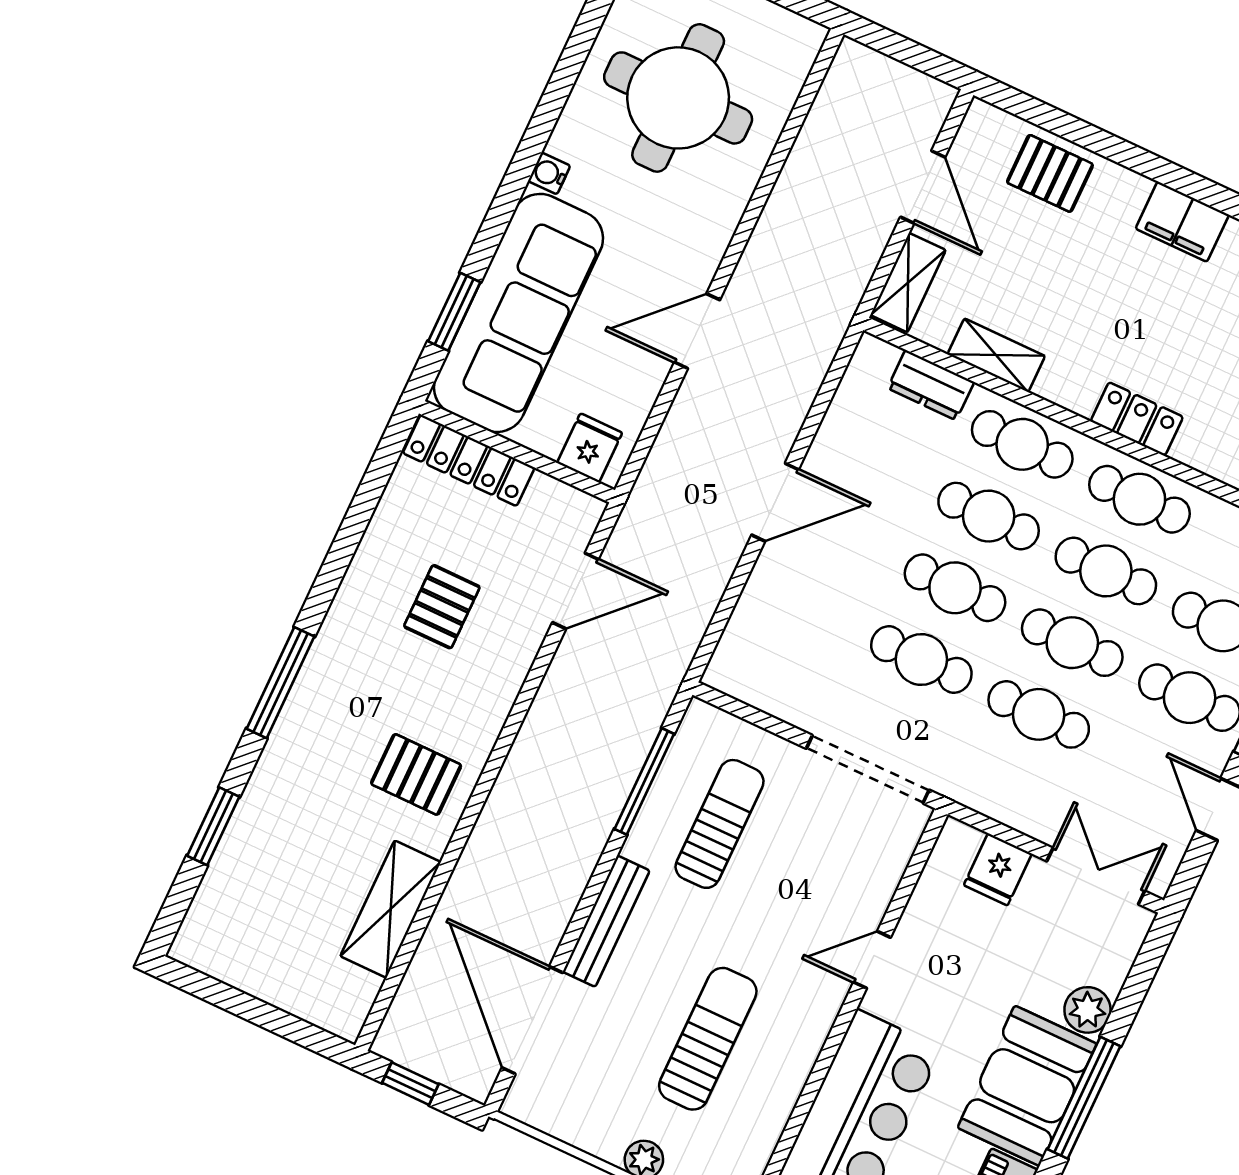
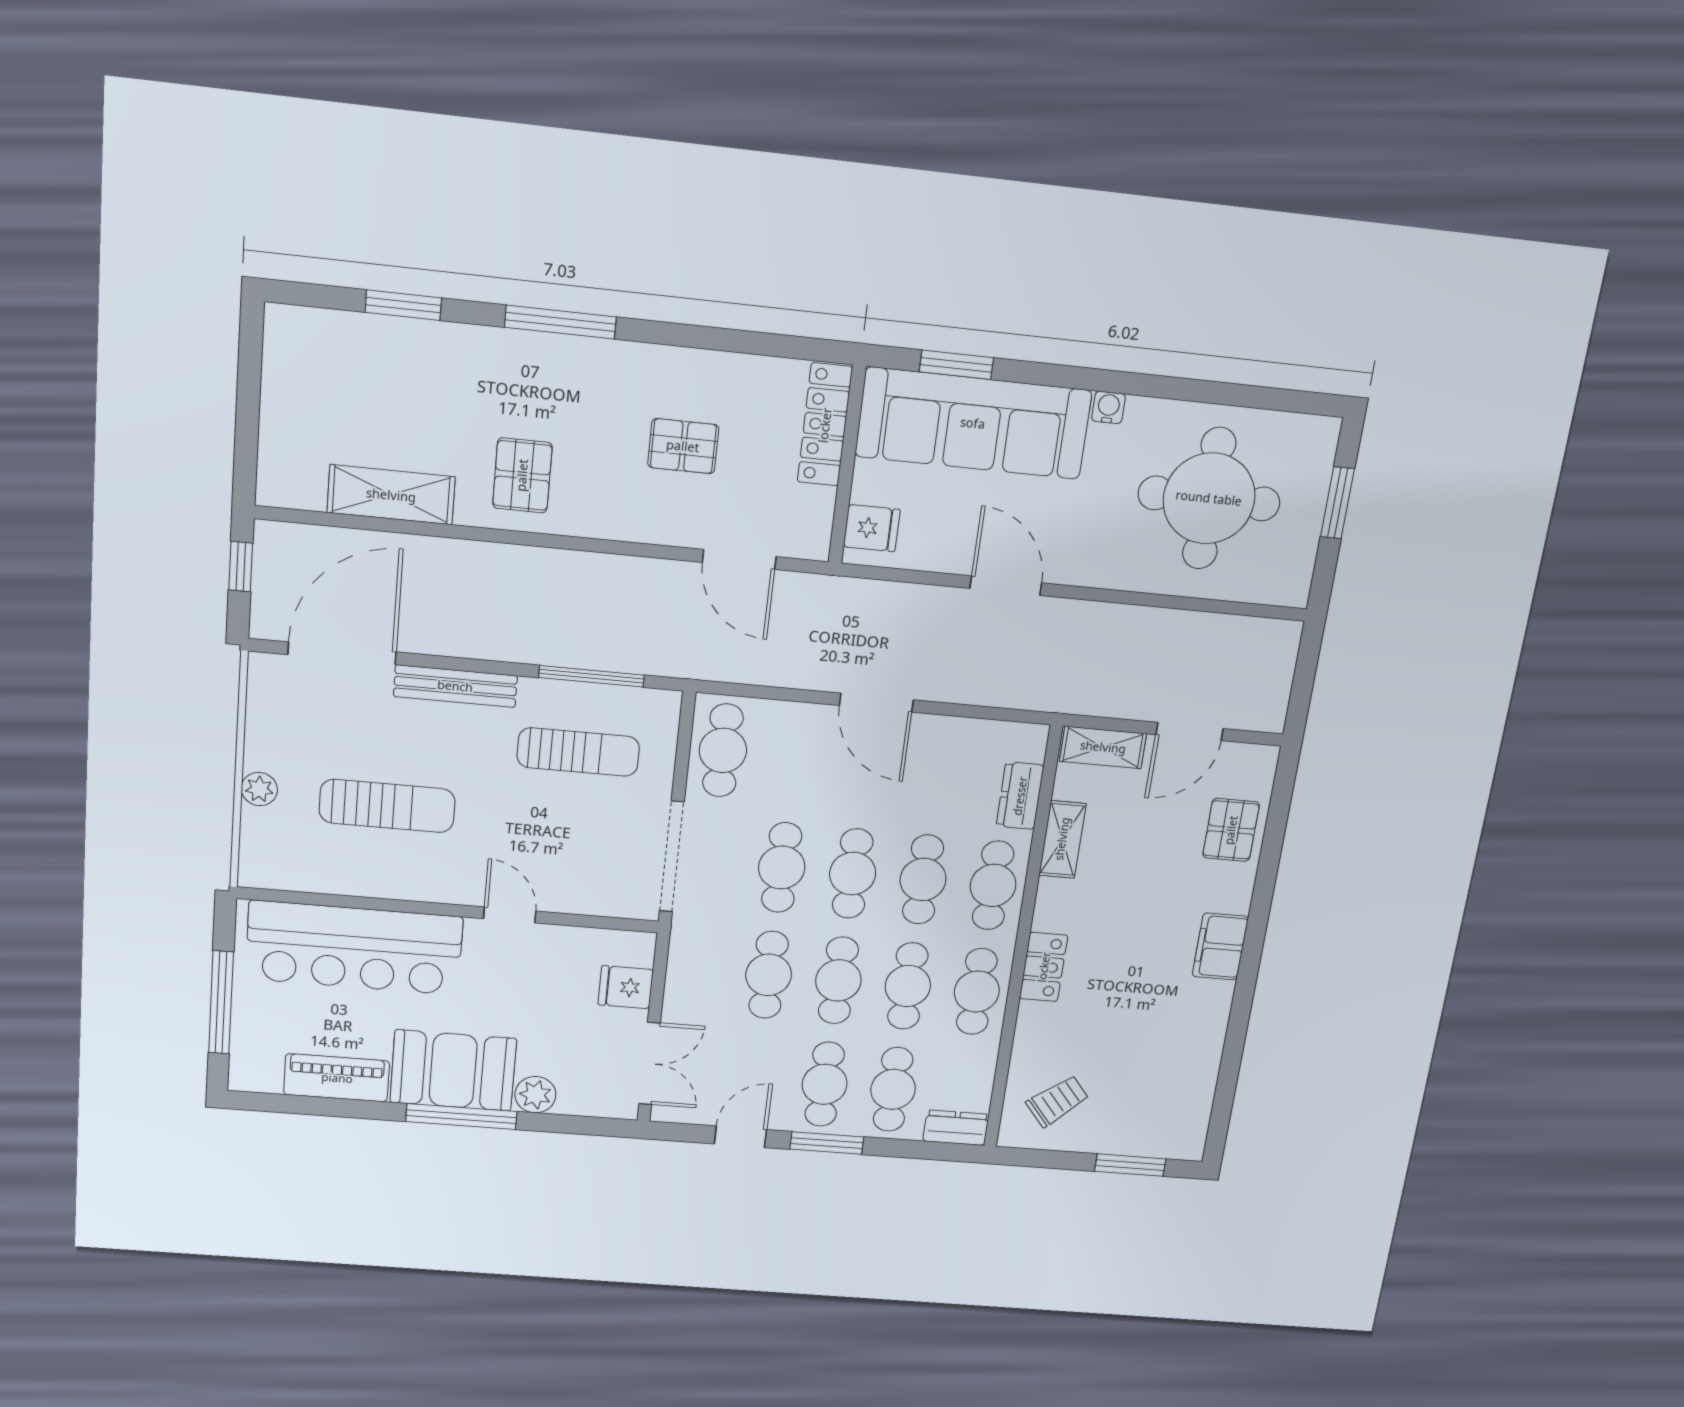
cafe table: (771, 676) -> (723, 750), added

